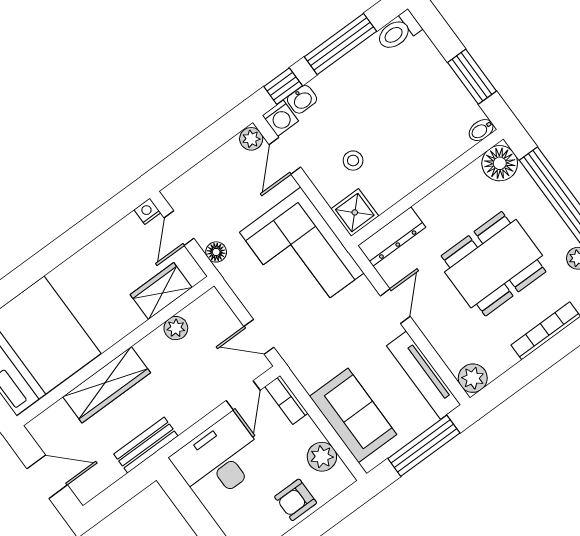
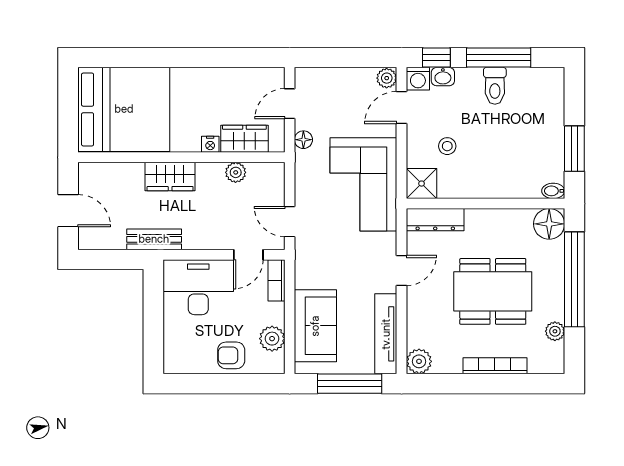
toilet: (398, 31) -> (495, 86), moved, turned -90
nightstand: (147, 211) -> (210, 144), moved, turned 180
wardrobe: (107, 385) -> (170, 177), width x0.67

